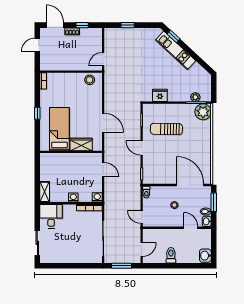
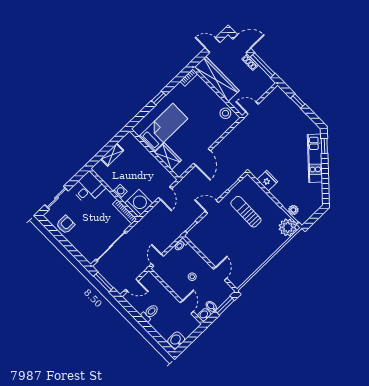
door: (55, 25) -> (242, 44), hinge flipped
window: (82, 25) -> (263, 65), width x2.17
wardrobe: (62, 63) -> (217, 79), added
door: (142, 148) -> (212, 207), hinge flipped
door: (190, 185) -> (220, 274), width x0.53
shelving: (45, 192) -> (112, 155), moved
washing machine: (97, 197) -> (139, 203), width x1.89, depth x1.89
armchair: (60, 254) -> (65, 225), added

